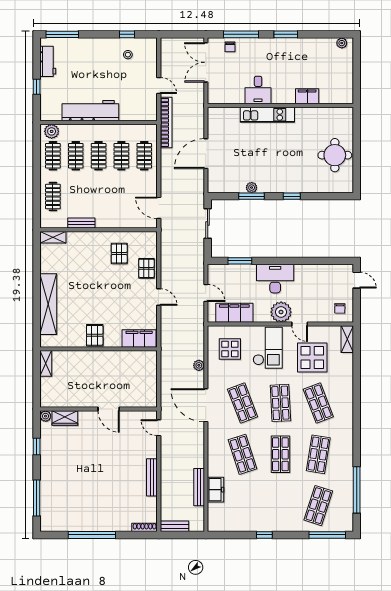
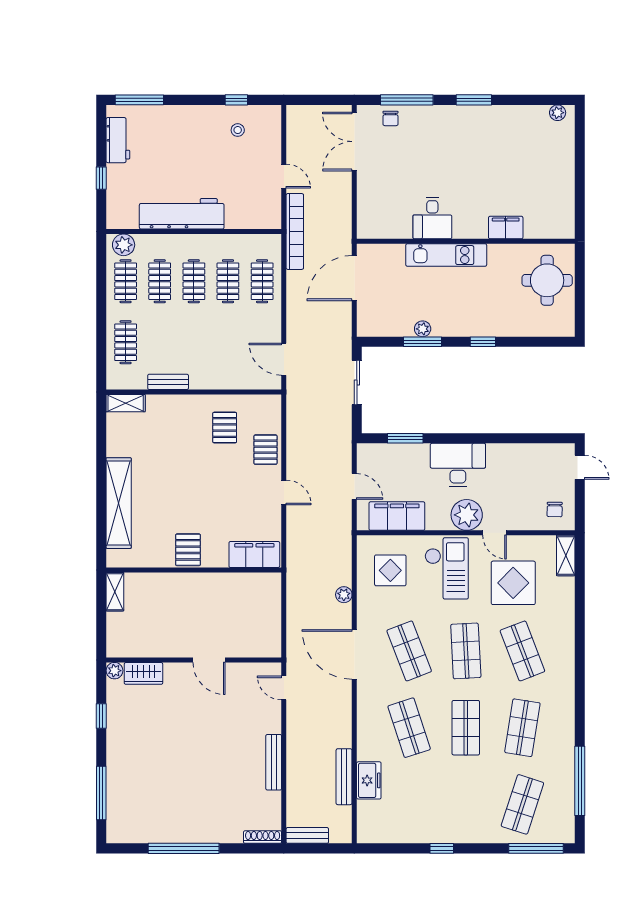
desk: (258, 90) -> (432, 218), moved
filing cabinet: (307, 96) -> (506, 228), moved
wall: (280, 105) -> (466, 241), moved
kitchen unit: (267, 115) -> (446, 255), moved

